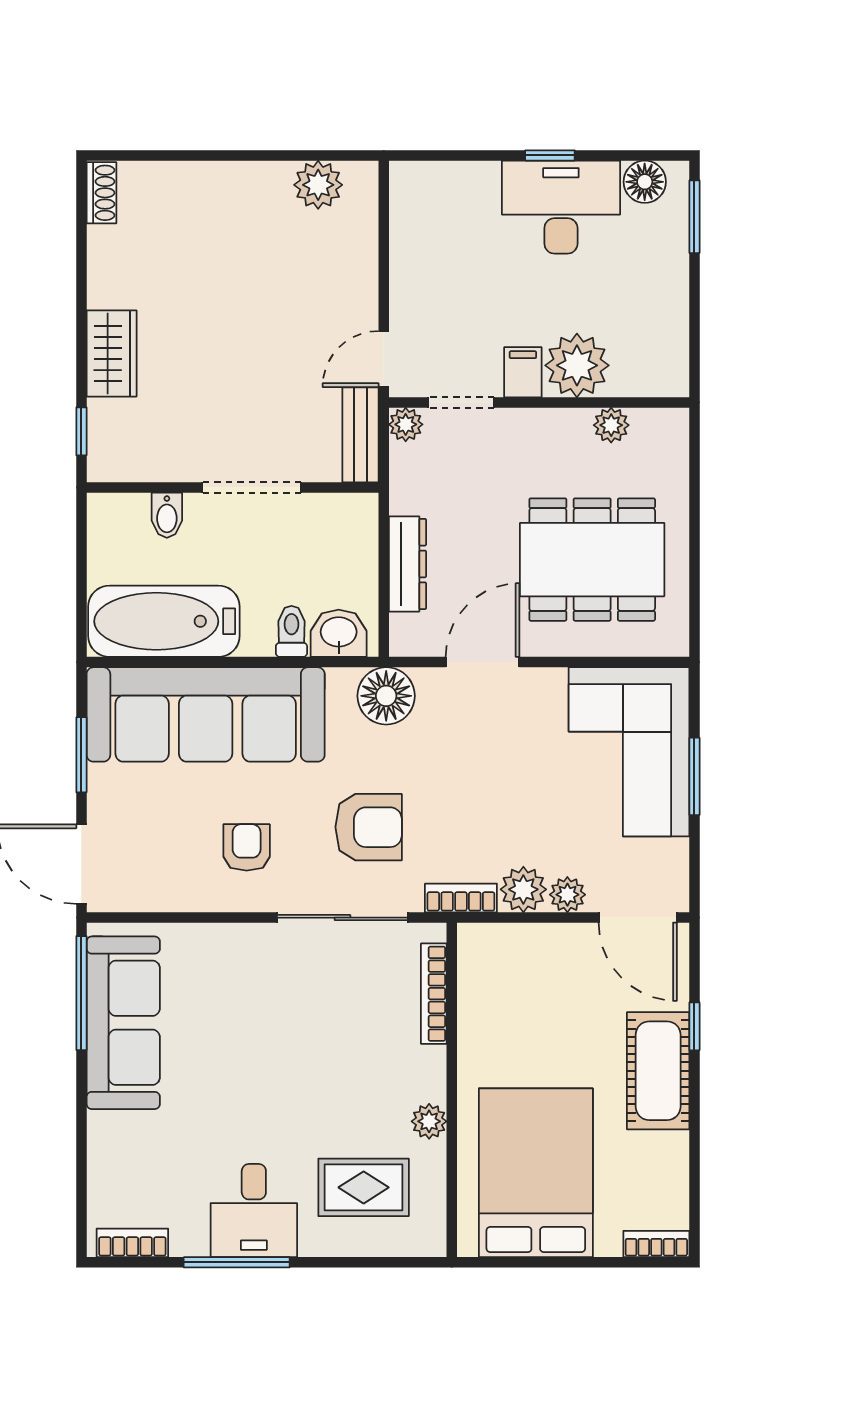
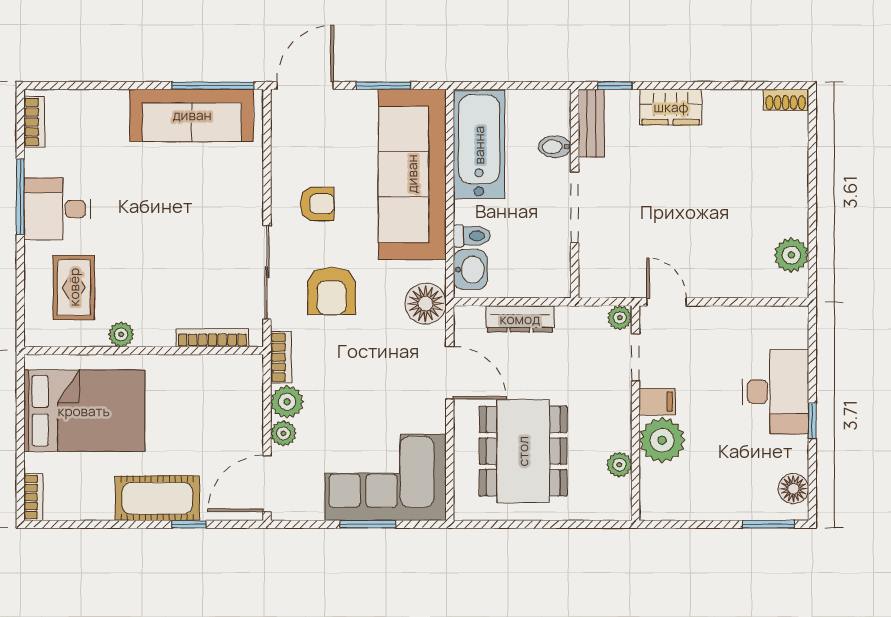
desk: (561, 207) -> (775, 392), moved
bench: (360, 435) -> (591, 123), moved, turned 90

